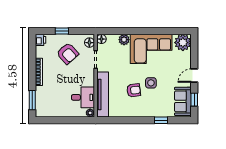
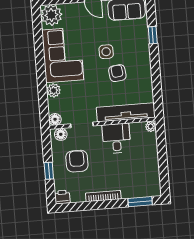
armchair: (68, 53) -> (77, 161), turned -48
desk: (83, 97) -> (116, 138), moved

